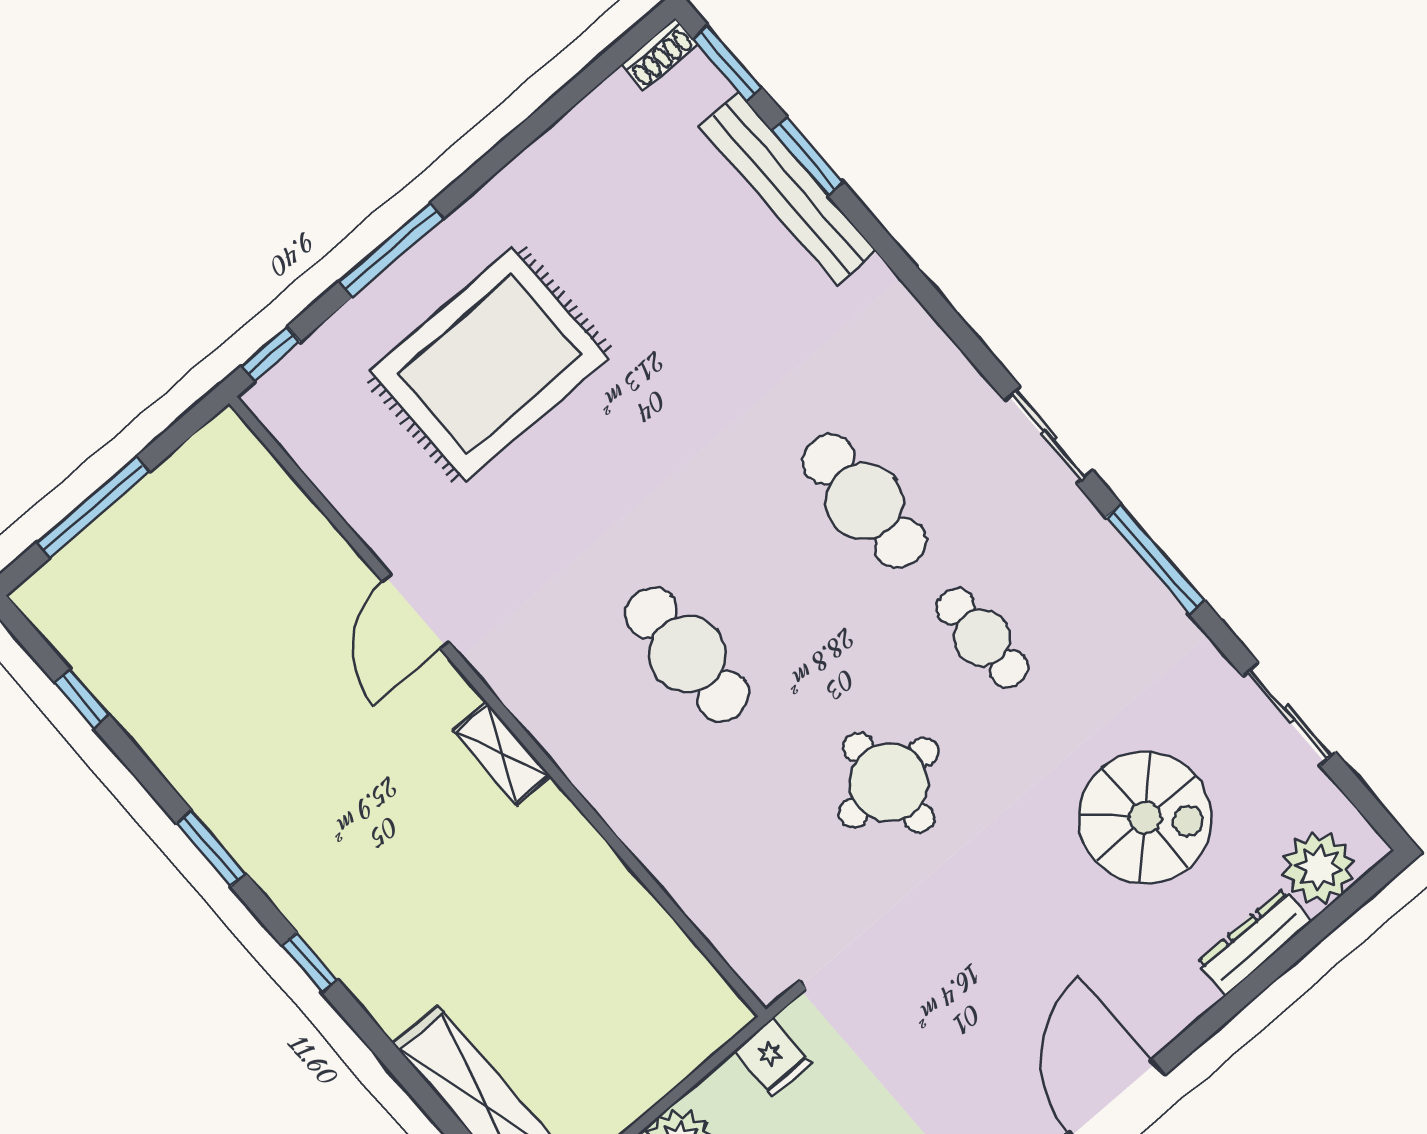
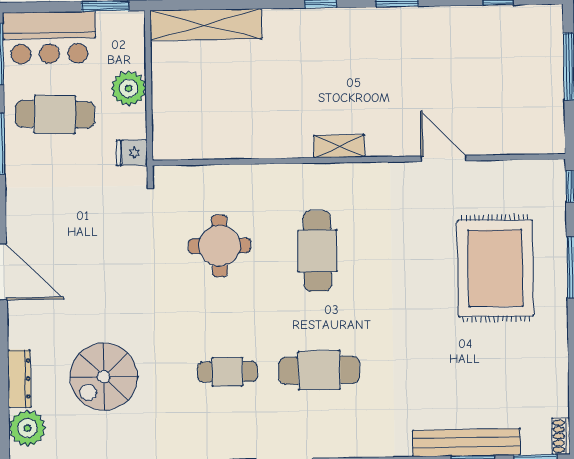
door: (416, 612) -> (444, 158), moved
cafe table: (687, 654) -> (317, 251), turned 90
round table: (889, 783) -> (220, 246), moved

